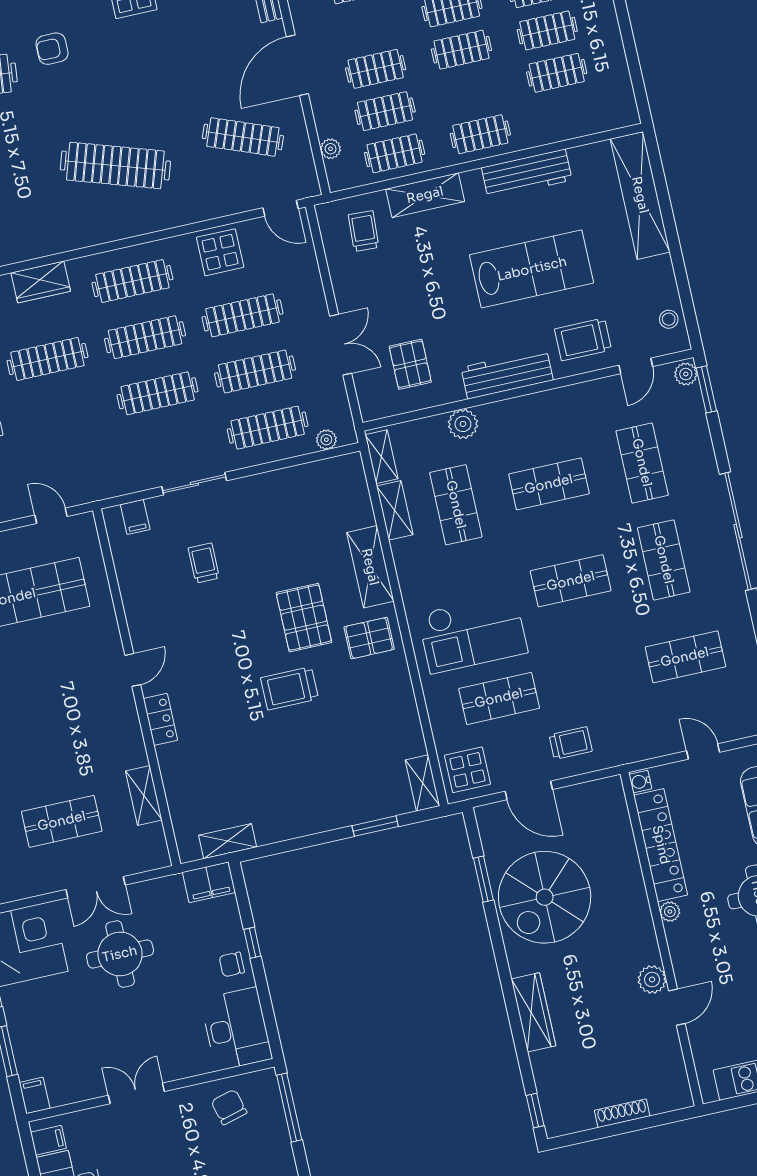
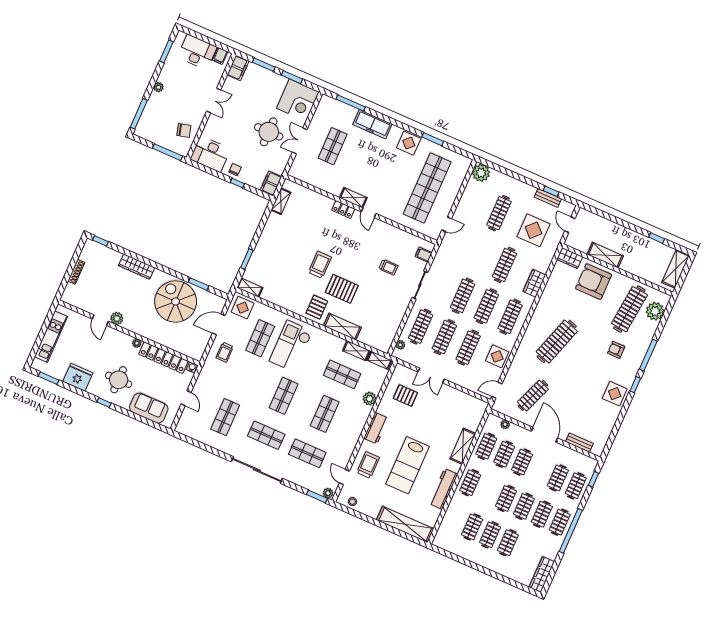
armchair: (52, 49) -> (616, 350), turned -90
trolley: (364, 231) -> (466, 414), removed
workbench: (507, 374) -> (376, 428), width x0.73
door: (703, 751) -> (186, 398), hinge flipped
shelving: (144, 795) -> (353, 198), moved
filing cabinet: (35, 1095) -> (238, 68), width x2.00

